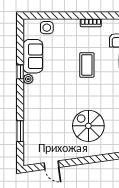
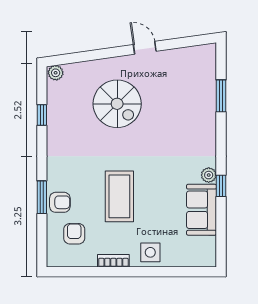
side table: (47, 28) -> (150, 252), moved
coffee table: (87, 65) -> (119, 196), width x1.36, depth x1.32
door: (51, 165) -> (145, 48), moved

